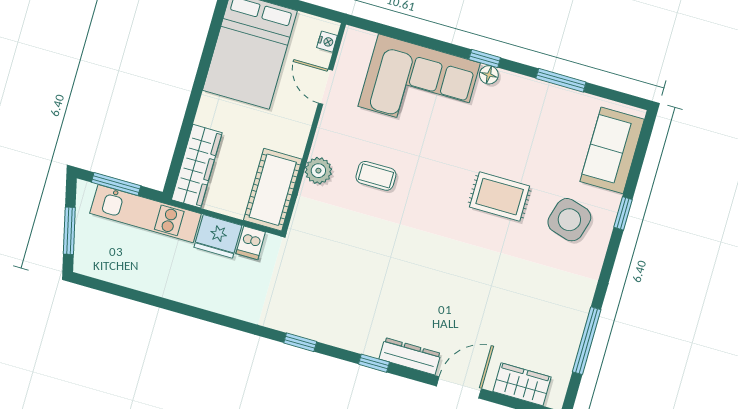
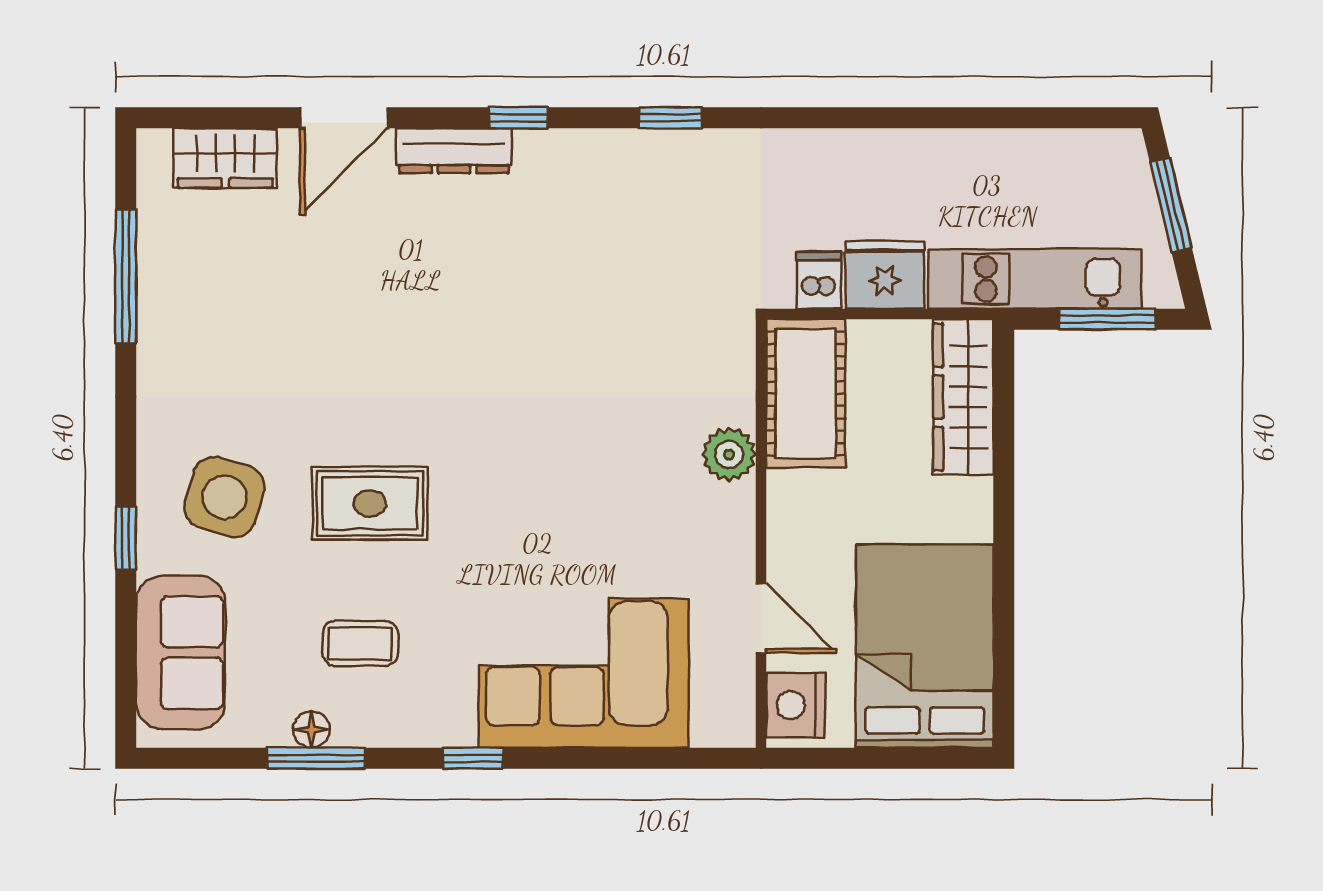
nightstand: (327, 42) -> (795, 705), width x1.89, depth x1.79
floor lamp: (489, 75) -> (311, 730), moved
coffee table: (376, 176) -> (360, 643), moved

